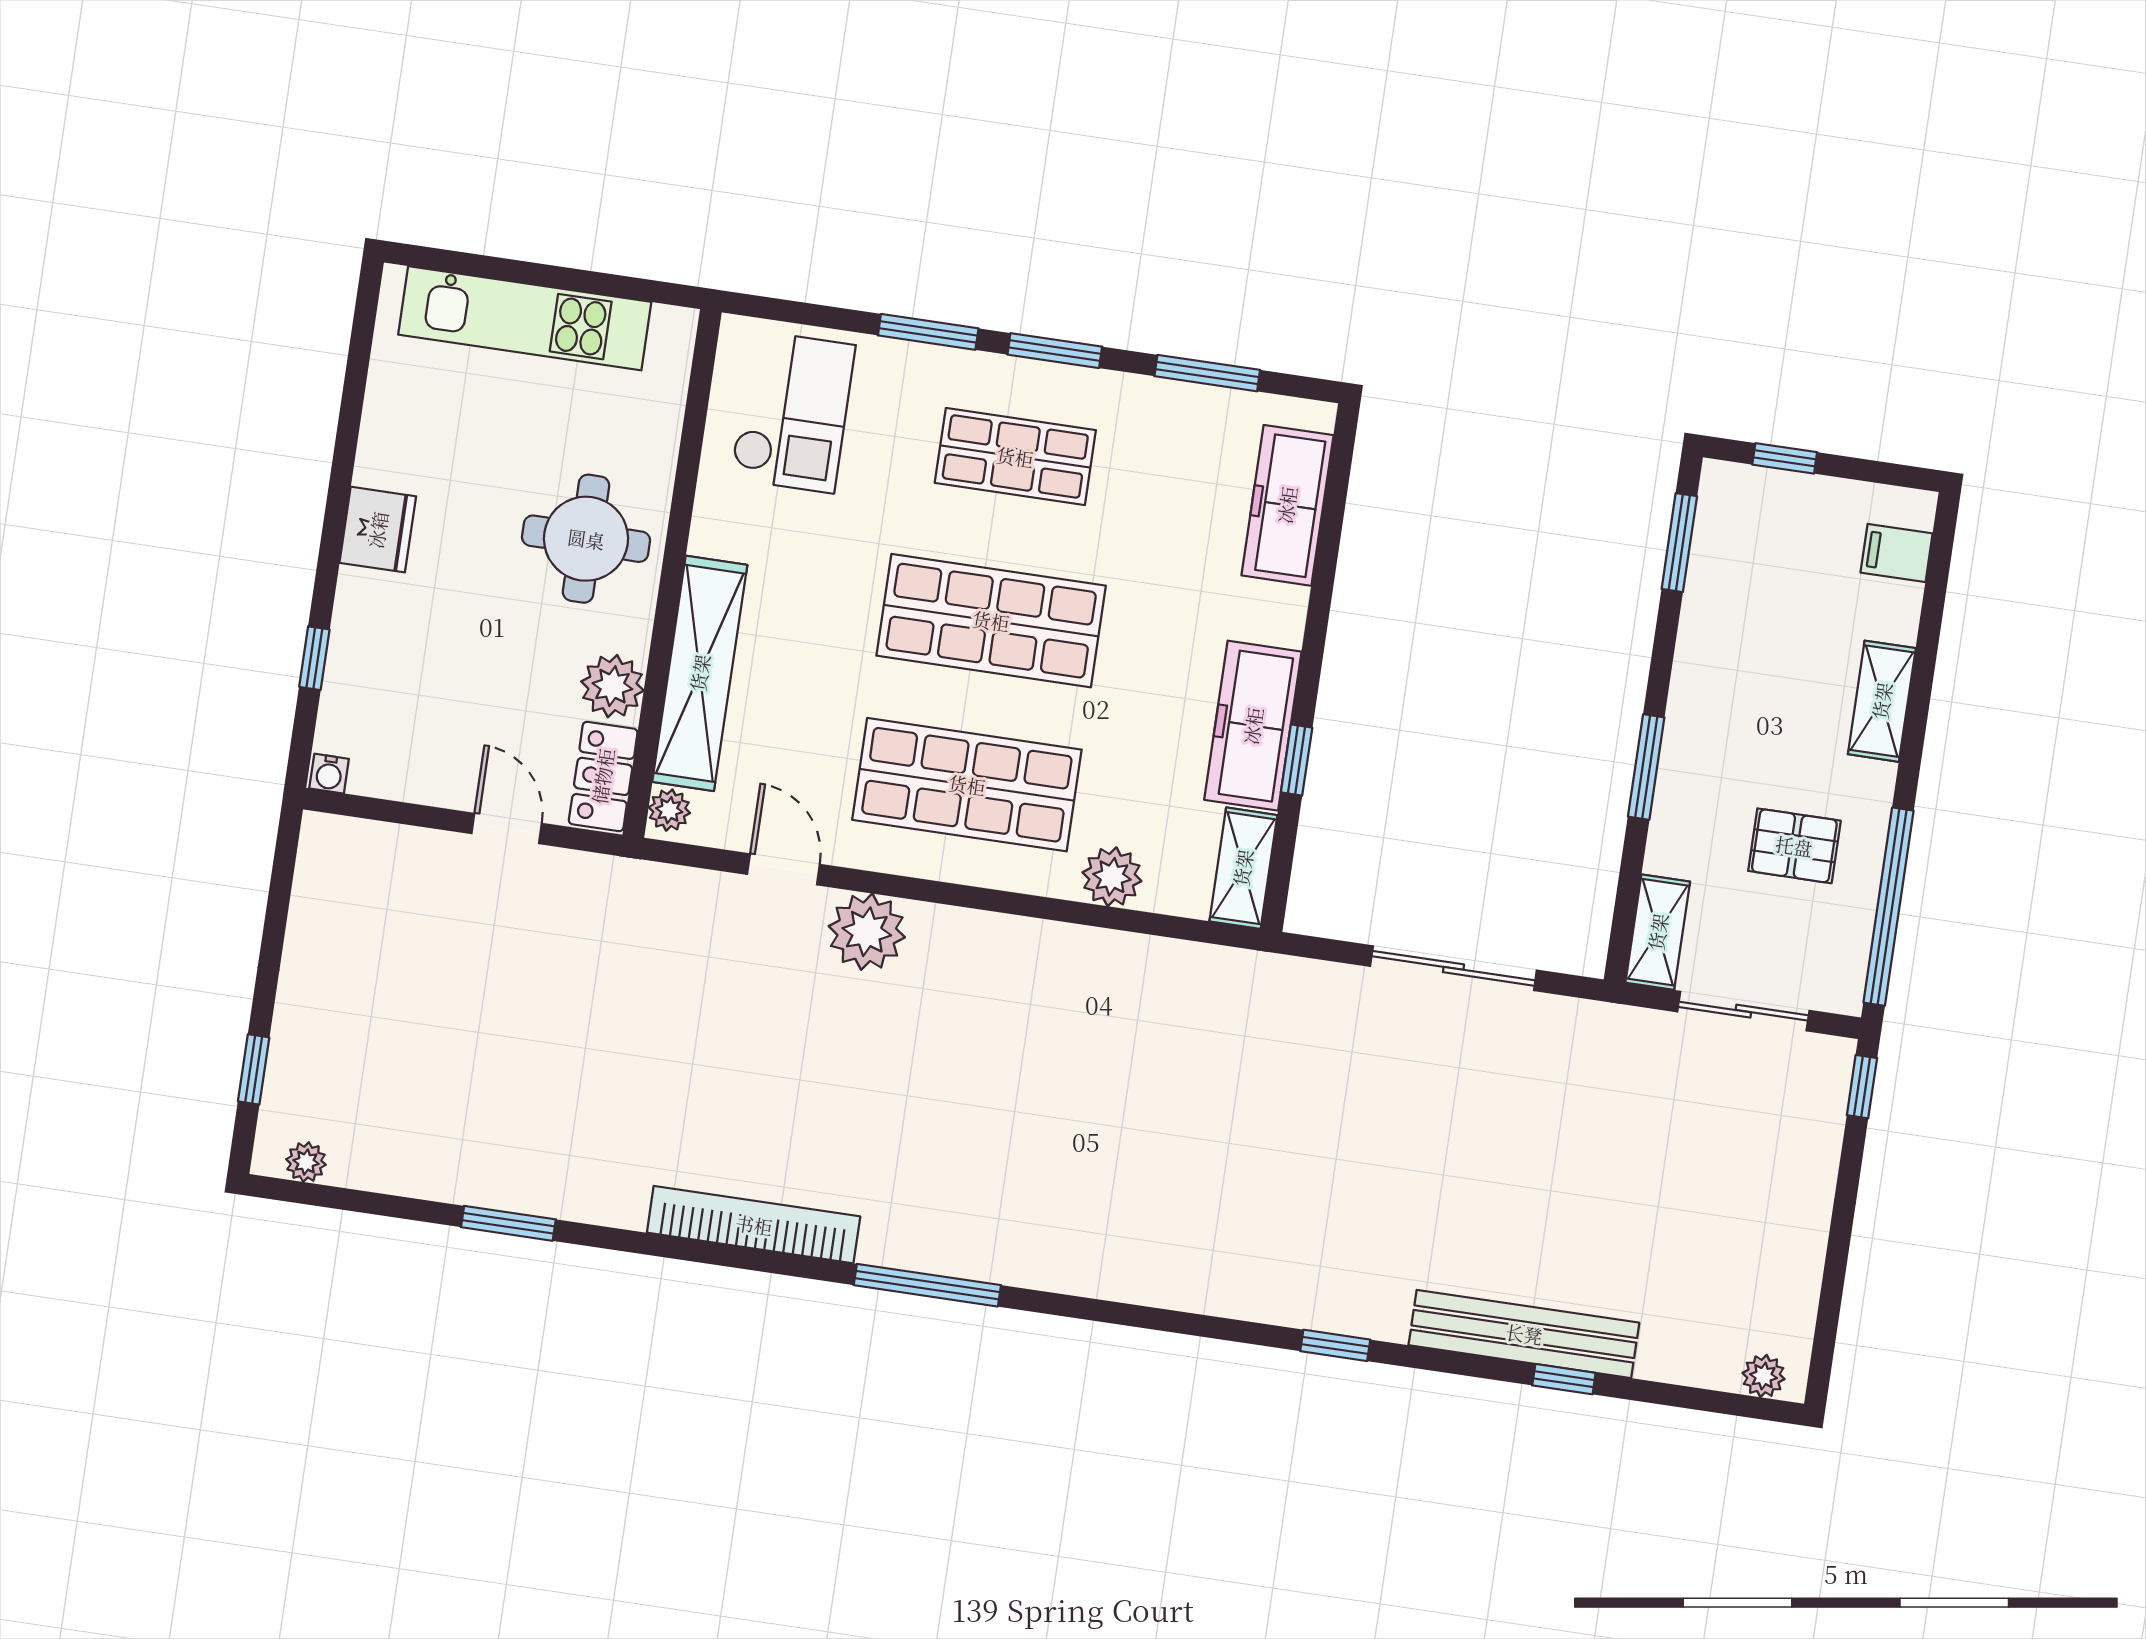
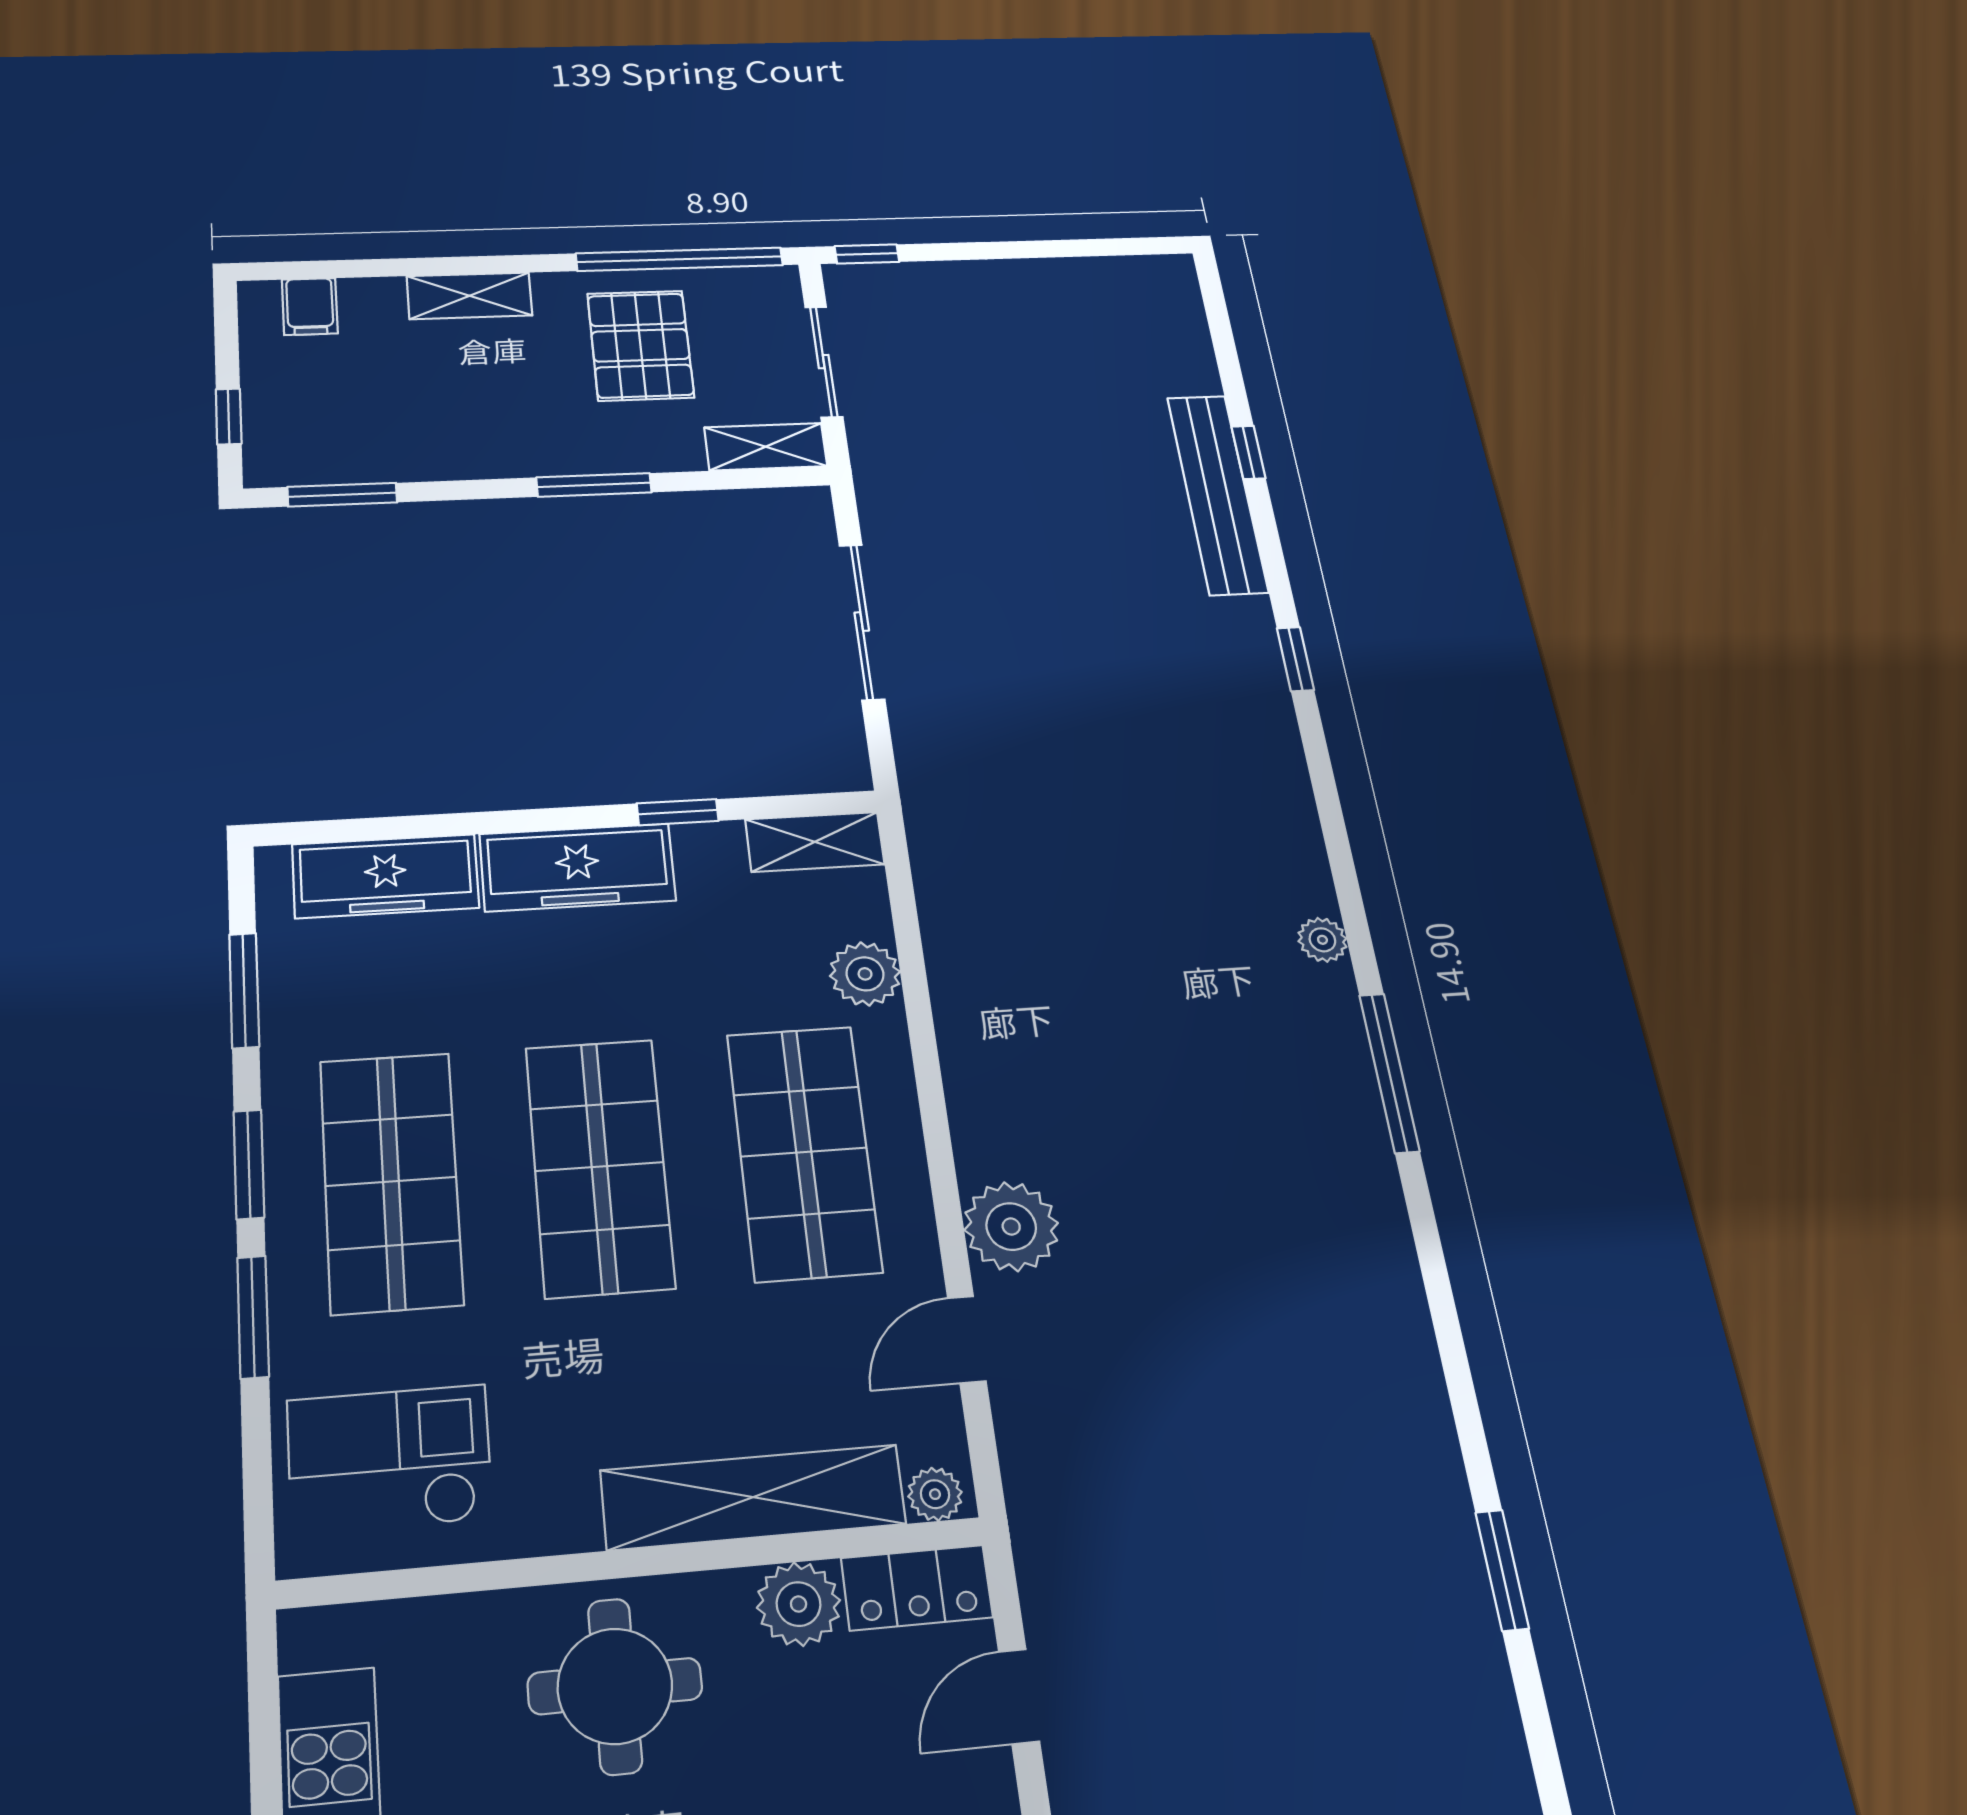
shop shelf: (1015, 457) -> (391, 1182), width x1.43, depth x1.36
freezer: (1253, 726) -> (578, 867), moved
pallet: (1794, 846) -> (640, 345), width x1.50, depth x1.42
bookcase: (754, 1225) -> (1394, 1278), removed
plant: (1764, 1376) -> (1322, 940), moved

